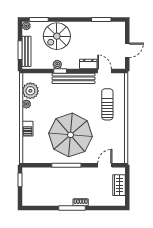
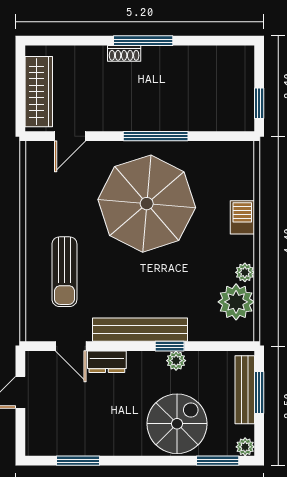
wardrobe: (119, 185) -> (39, 92), width x1.50

